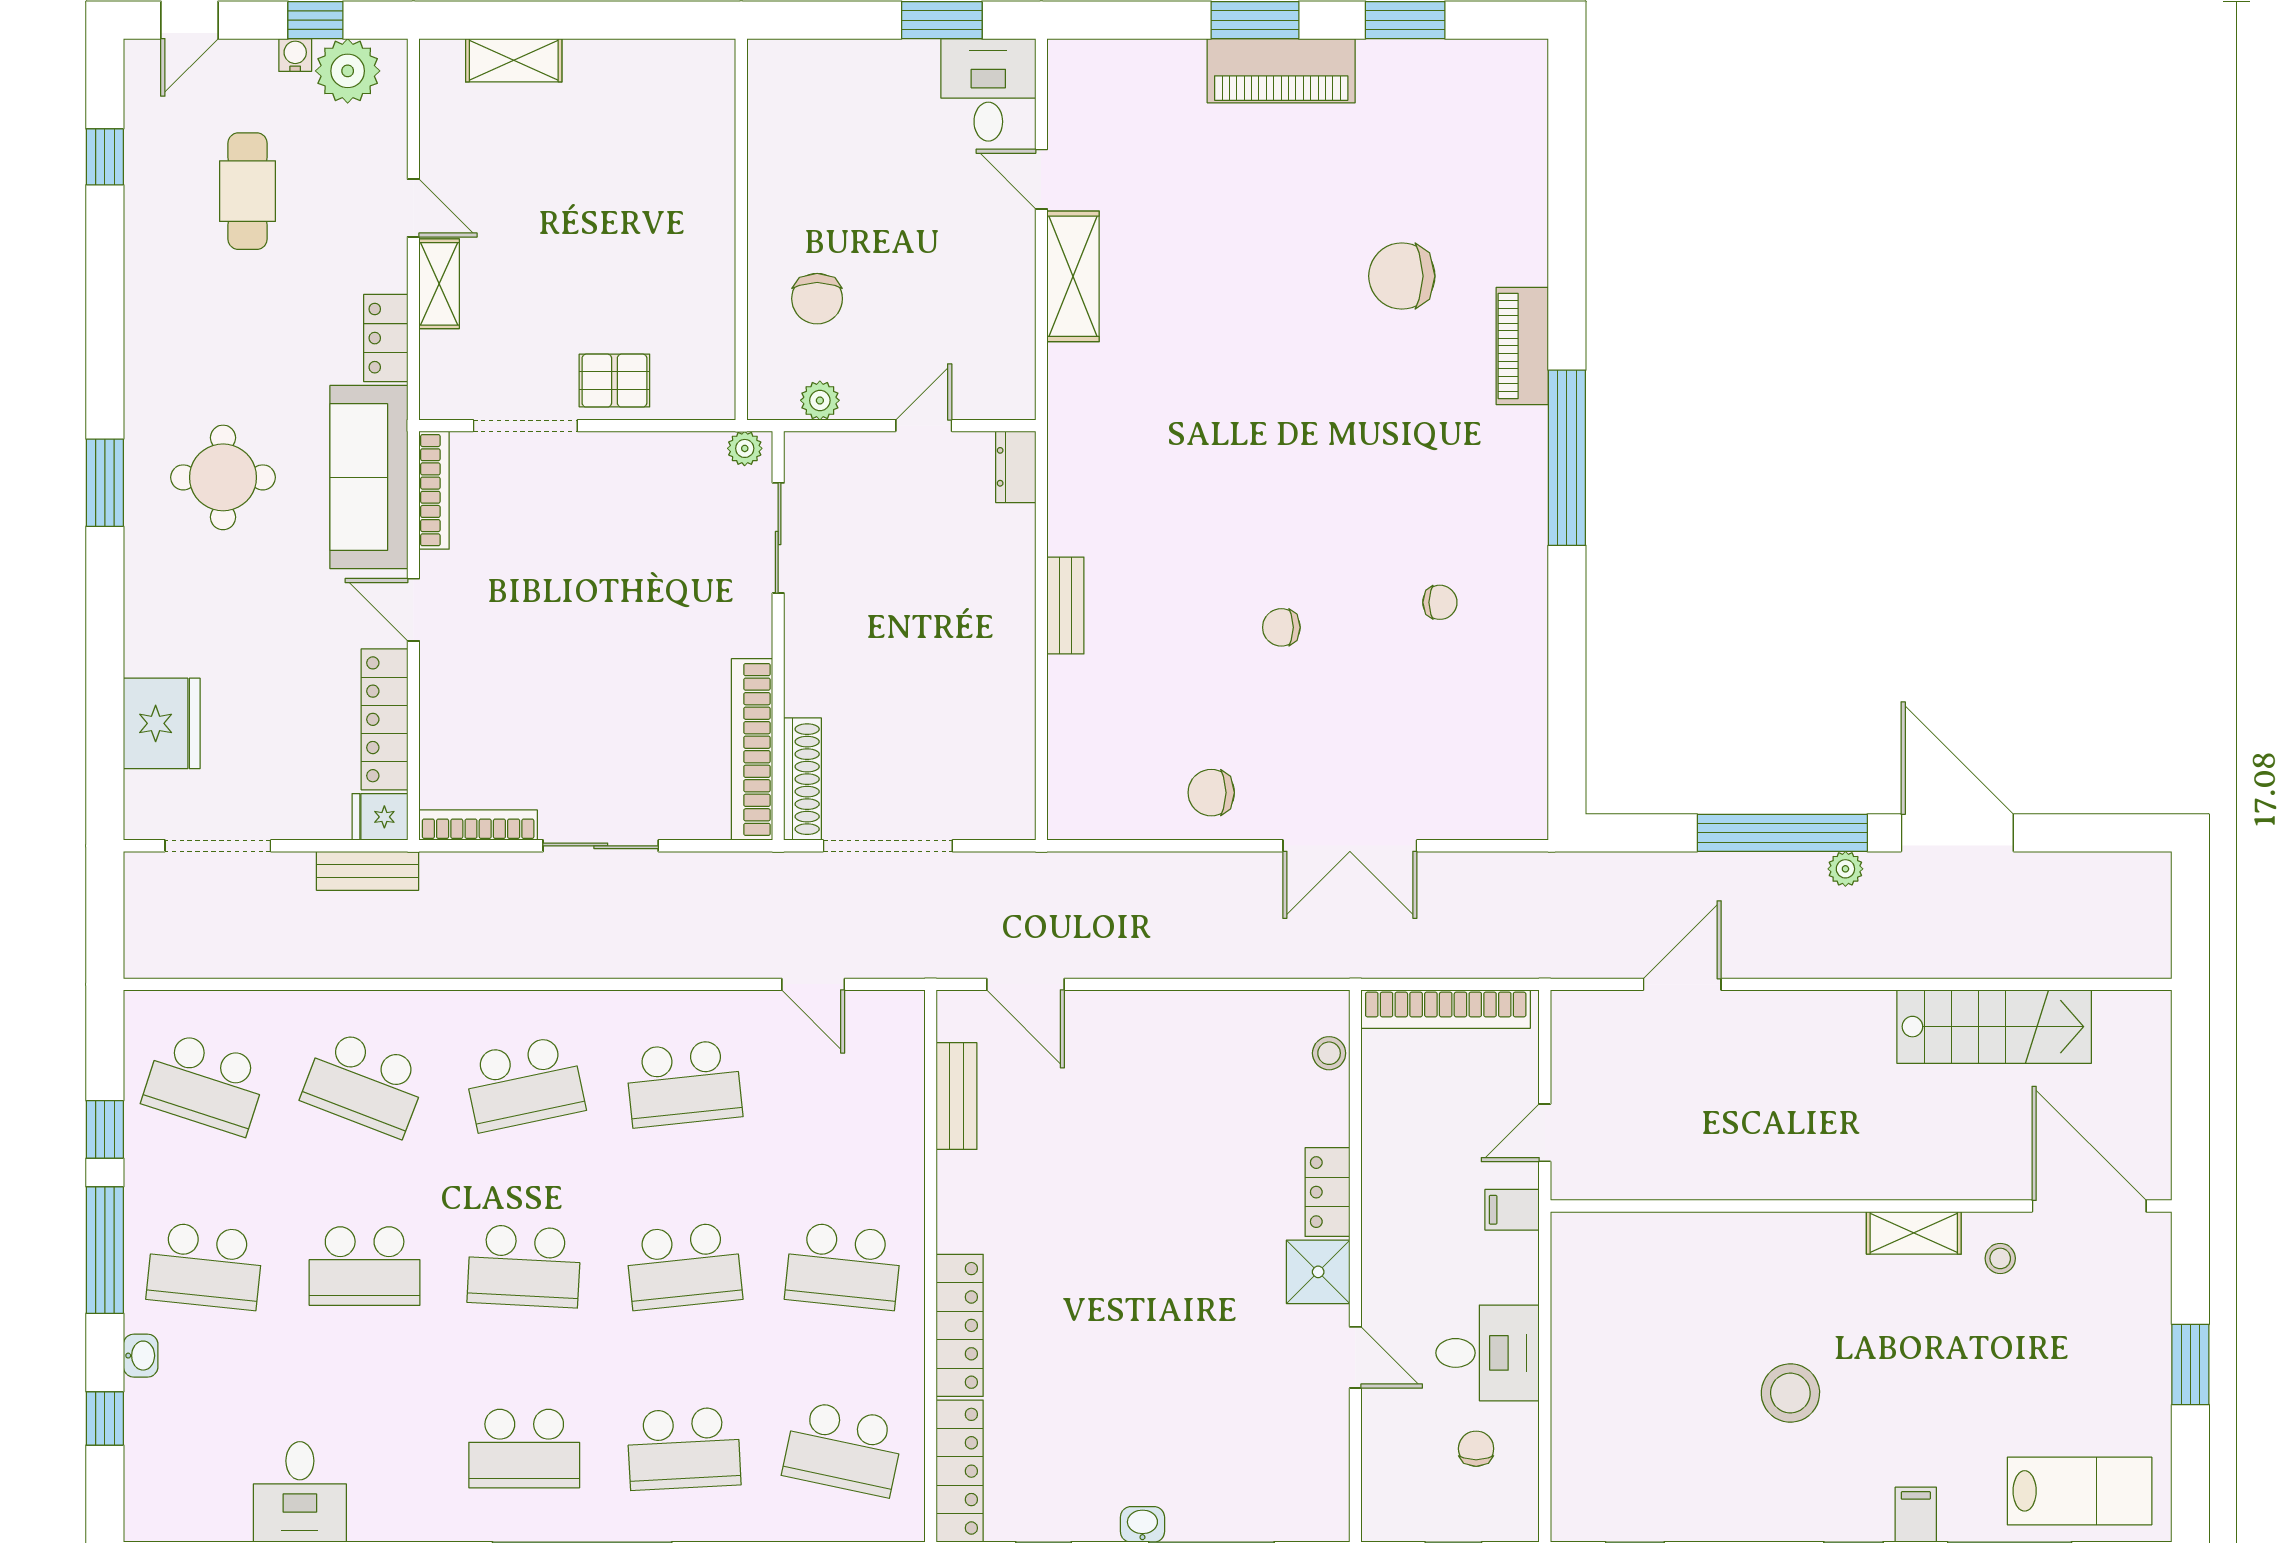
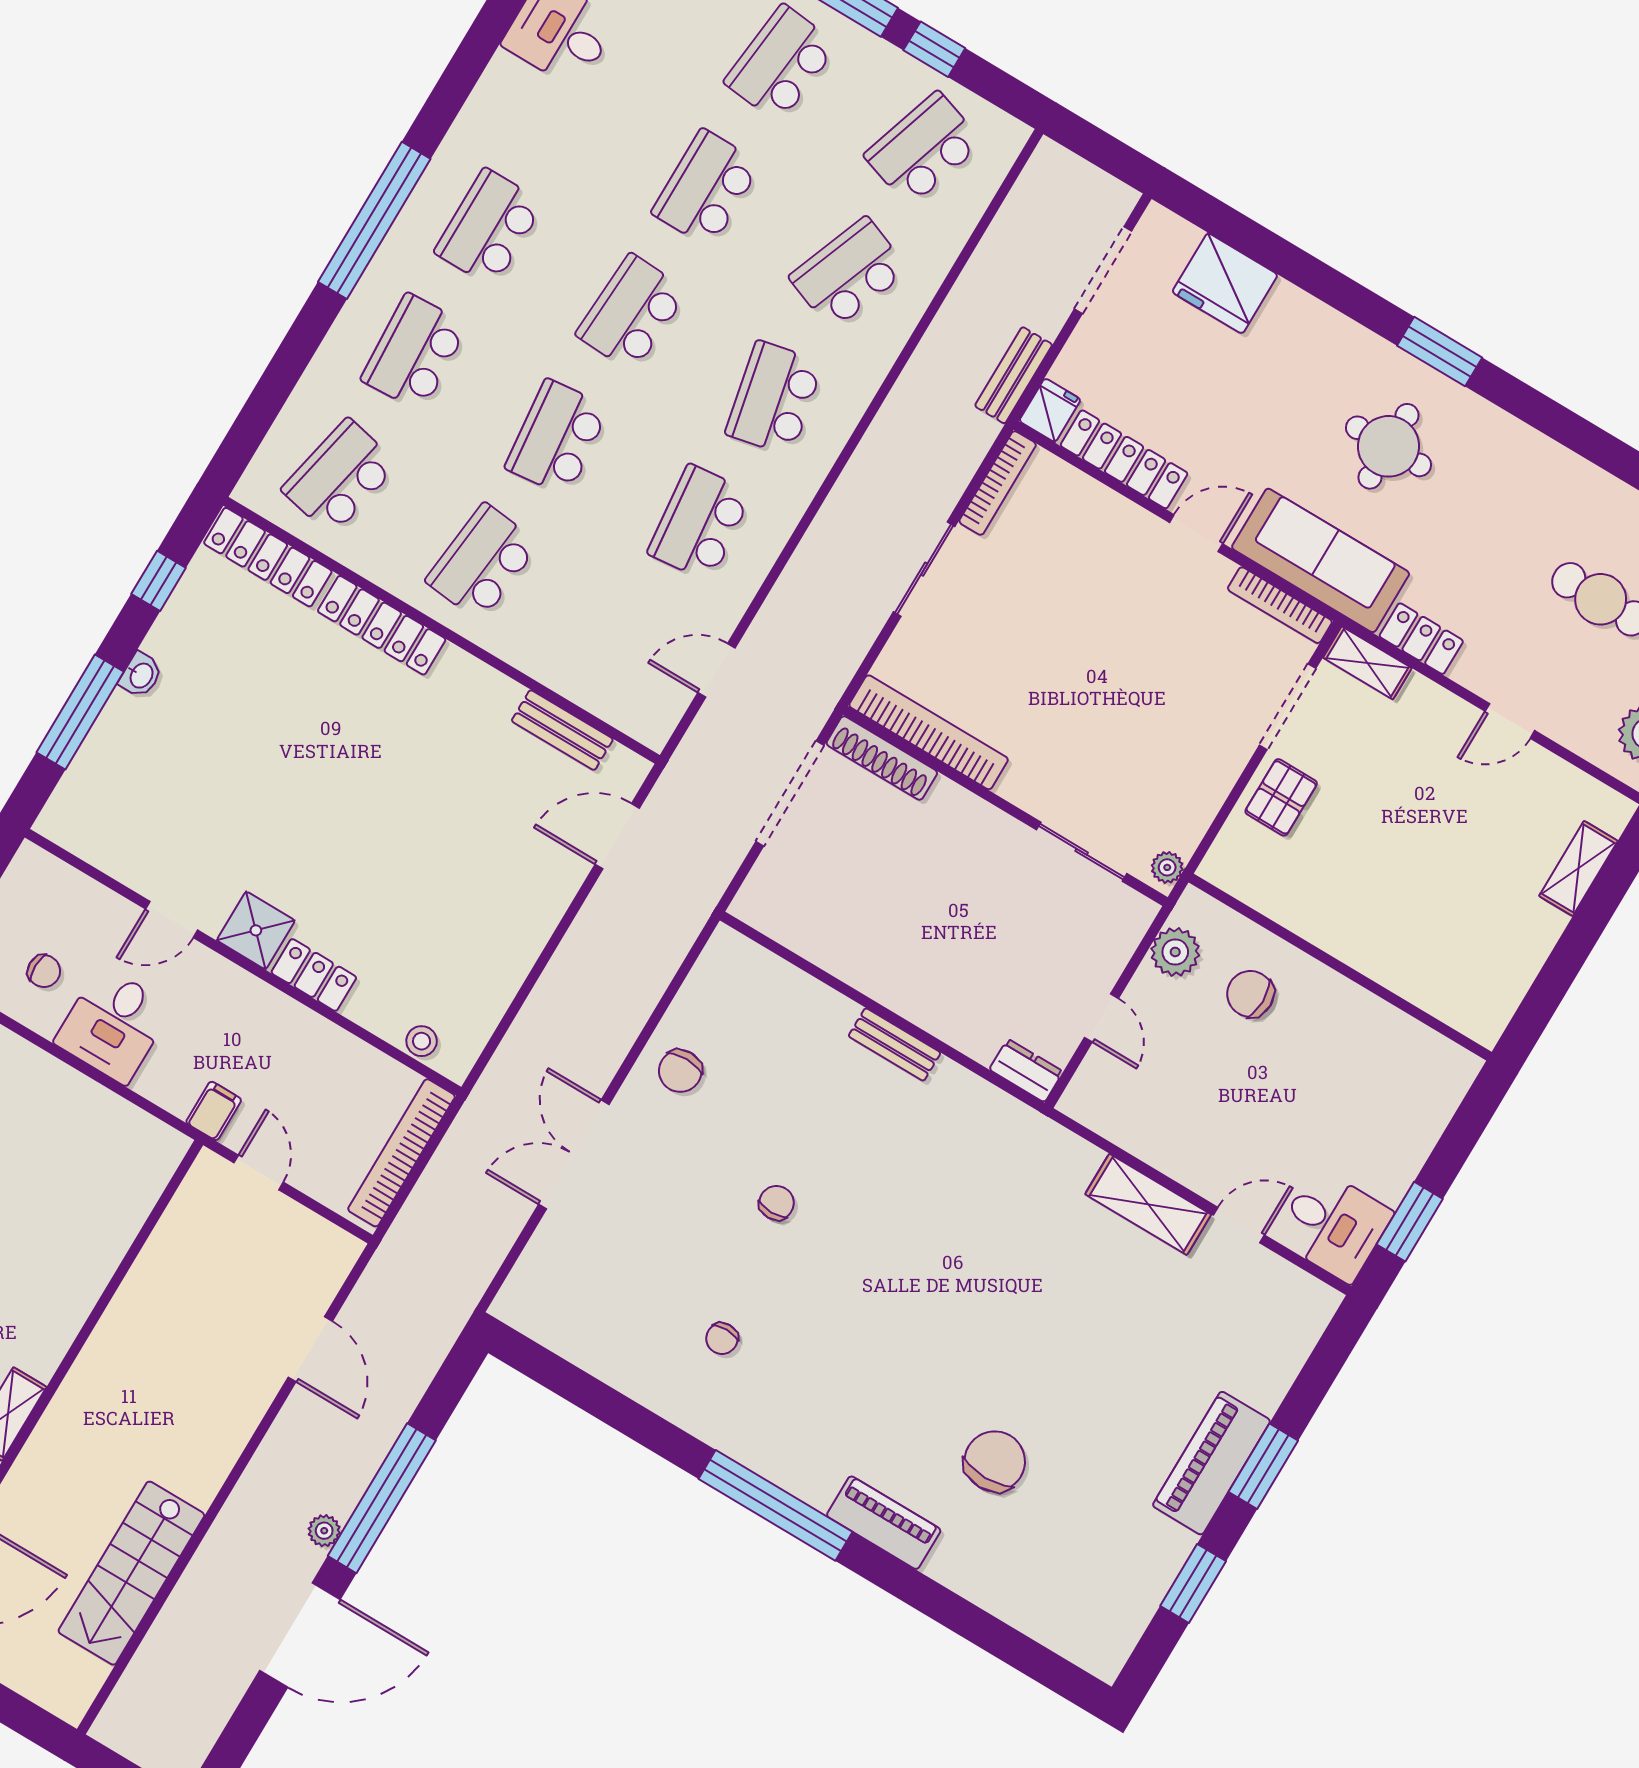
shelving: (439, 284) -> (1367, 663), moved
plant: (820, 400) -> (1175, 952), width x1.38, depth x1.38
chair: (1211, 793) -> (680, 1071), turned 180

